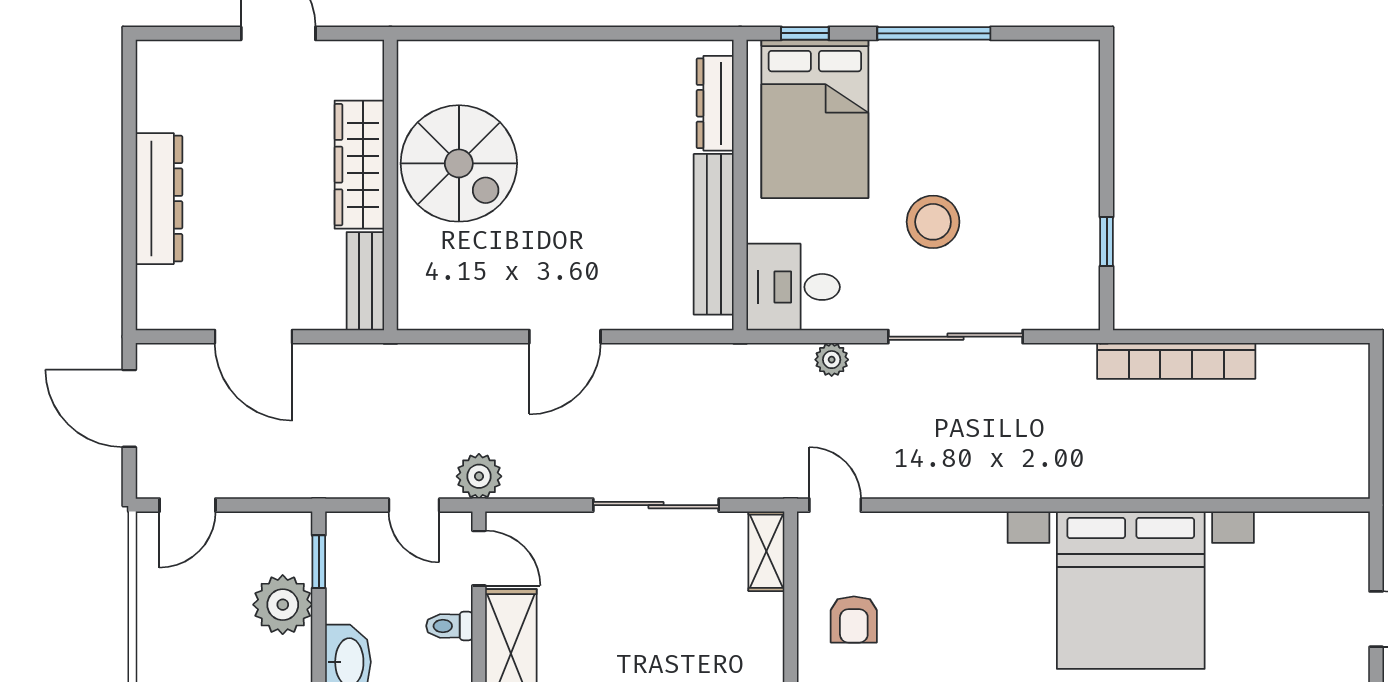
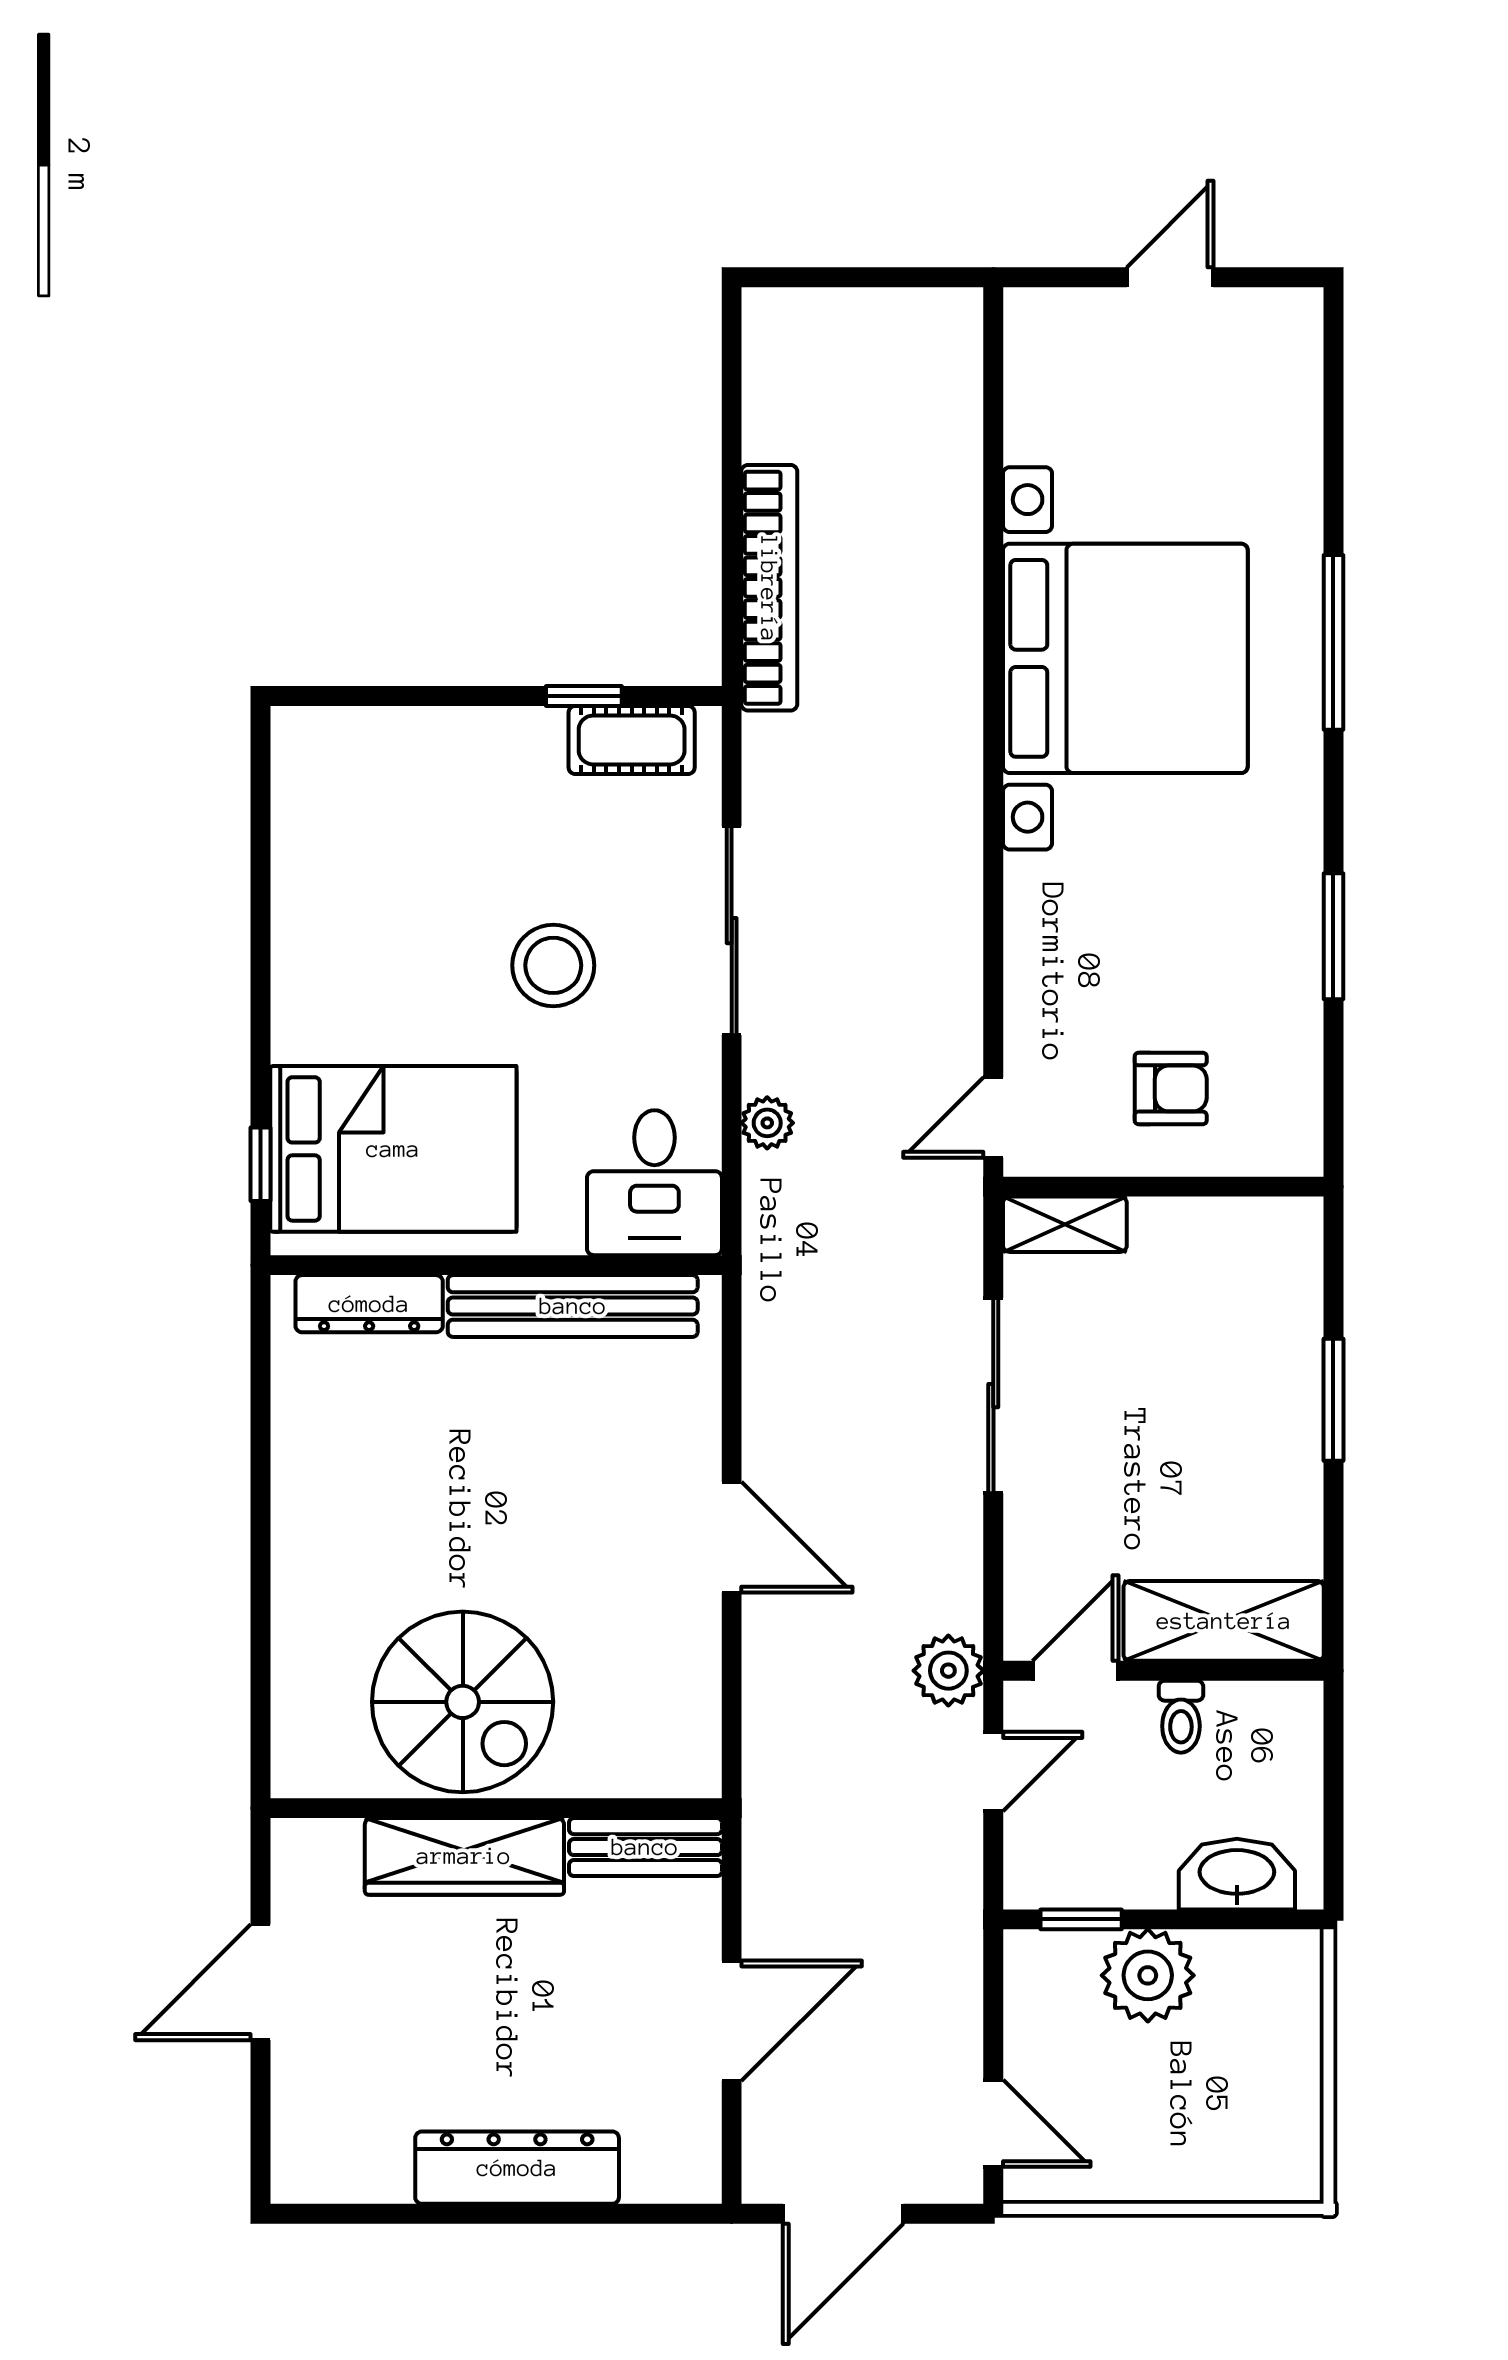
window: (934, 33) -> (261, 964), removed
spiral stairs: (459, 163) -> (463, 1702), turned 90
cot: (1078, 272) -> (632, 740), added

